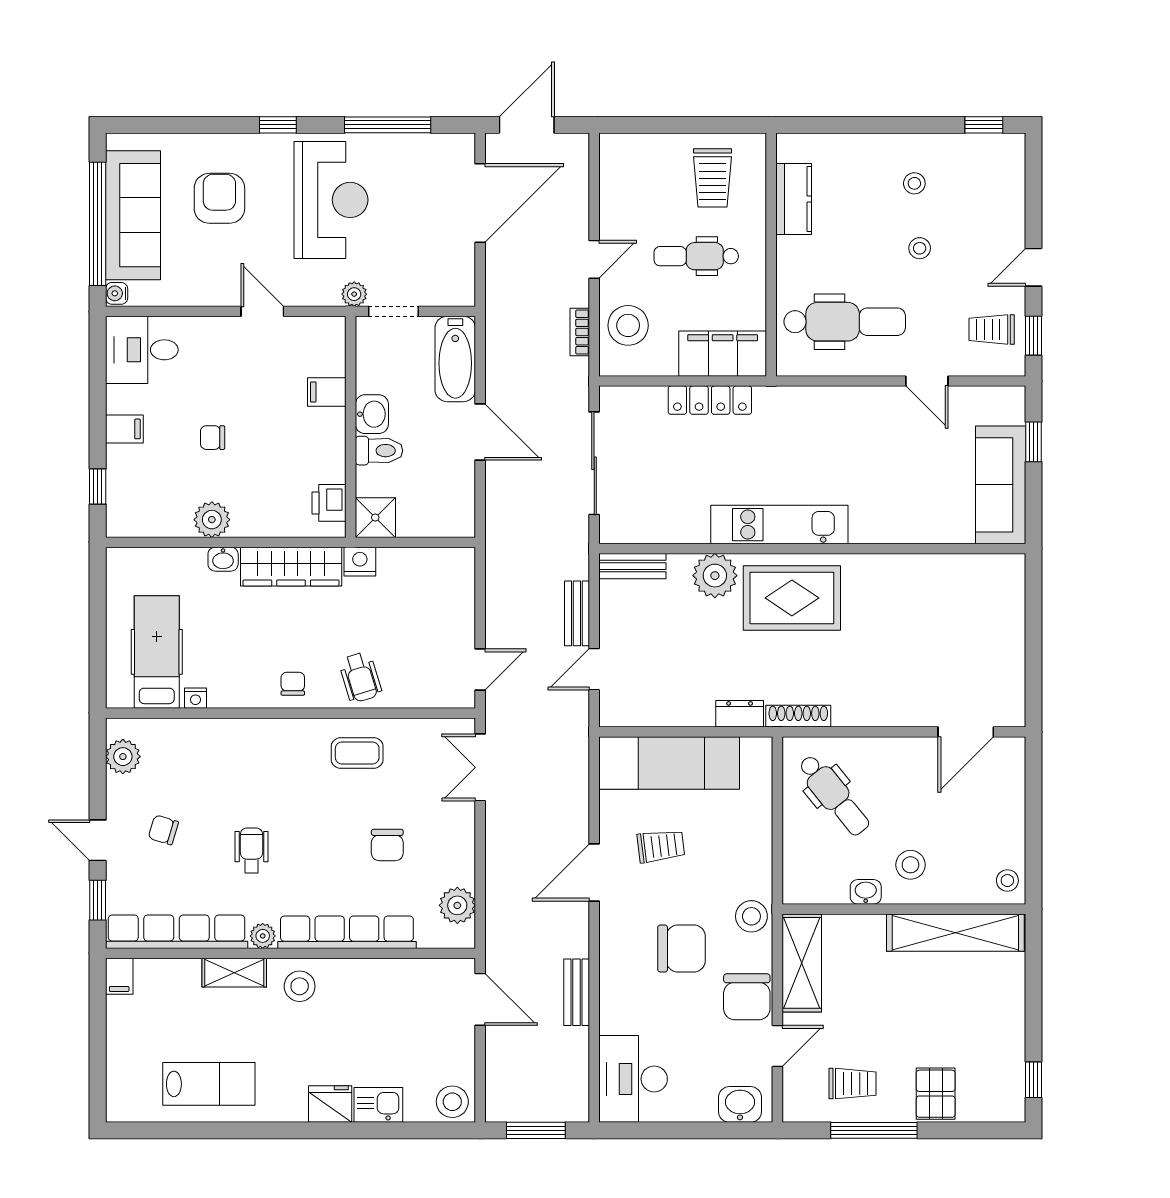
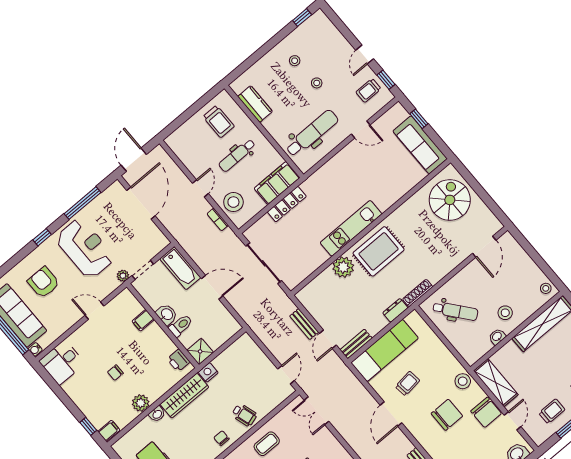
filing cabinet: (124, 429) -> (109, 431), moved
bench: (632, 566) -> (356, 344), moved
spiral stairs: (974, 612) -> (450, 200), added

